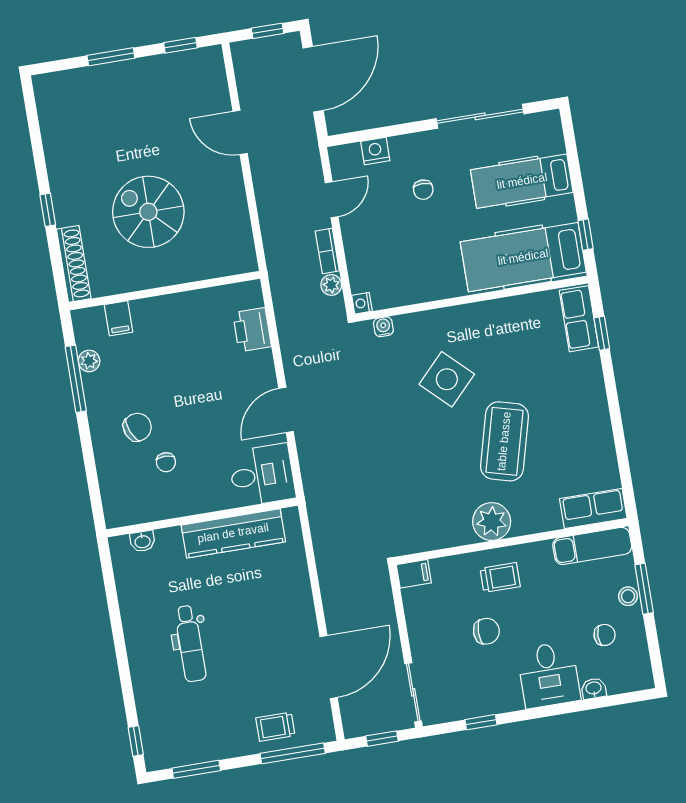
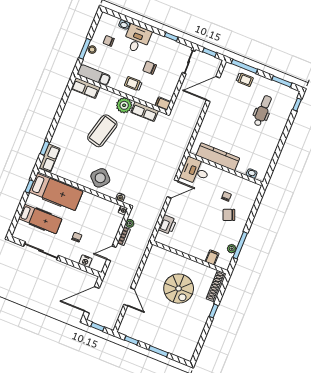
side table: (447, 379) -> (100, 178), moved
row of seats: (442, 534) -> (145, 112), added
dental chair: (190, 644) -> (263, 111), moved

